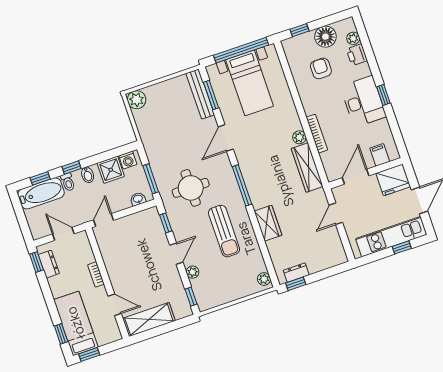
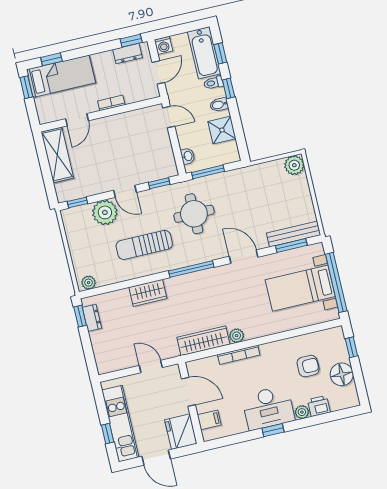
plant: (353, 38) -> (302, 412), moved
washing machine: (128, 160) -> (163, 45), moved, turned -90
plant: (193, 272) -> (105, 212), width x1.88, depth x1.88

